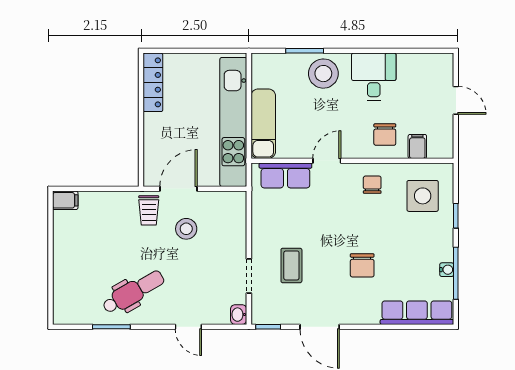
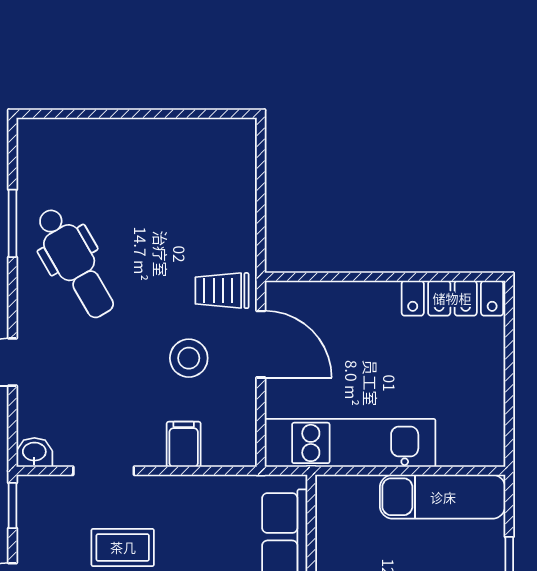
kitchen unit: (233, 122) -> (350, 443), width x0.73
exam couch: (263, 124) -> (443, 497), moved
filing cabinet: (65, 200) -> (184, 444), moved, turned 180

